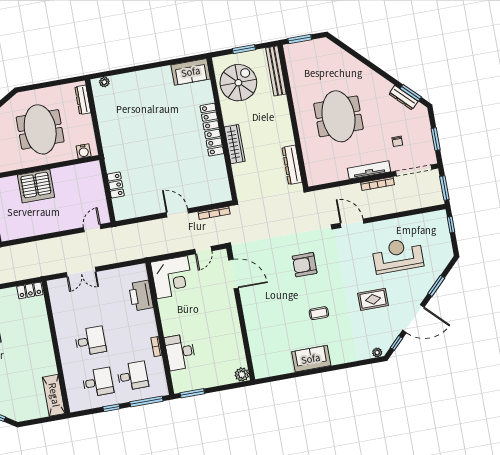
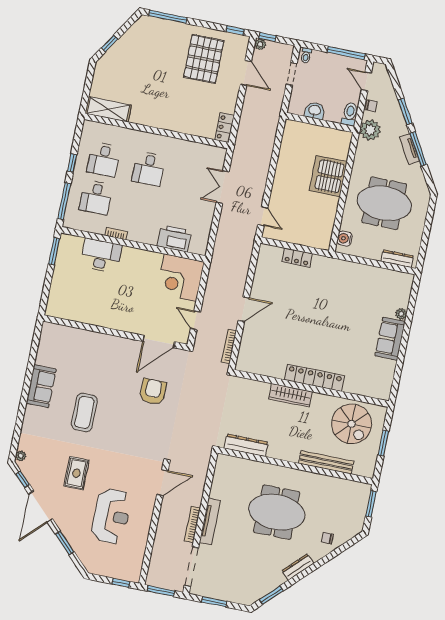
bench: (276, 71) -> (326, 462), moved
sofa: (191, 72) -> (390, 339), moved
plant: (104, 82) -> (401, 314), moved
dresser: (403, 98) -> (298, 567), moved
chair: (397, 141) -> (327, 538), moved
armchair: (305, 265) -> (153, 392), moved
coffee table: (319, 313) -> (84, 412), width x1.86, depth x1.72
plant: (242, 374) -> (53, 309), removed

